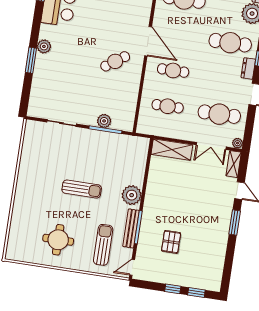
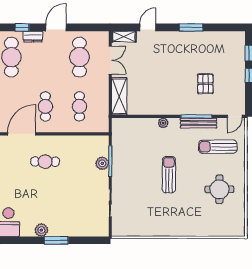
cafe table: (115, 61) -> (45, 162), turned -54
plant: (238, 143) -> (104, 36), removed
plant: (132, 195) -> (163, 123), width x0.53, depth x0.53
window: (235, 223) -> (191, 27), moved
pallet: (171, 242) -> (205, 84), turned 90
door: (132, 267) -> (235, 116), hinge flipped

